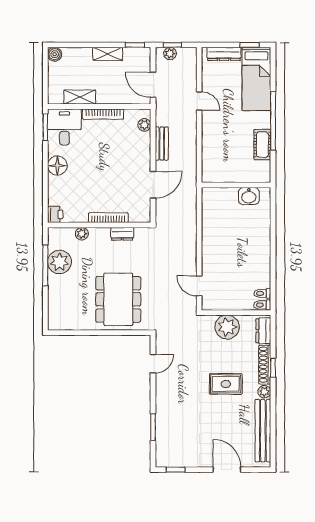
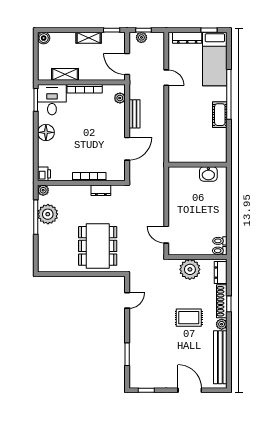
wall: (236, 185) -> (198, 165), moved
washbasin: (249, 196) -> (208, 174), moved
plant: (82, 234) -> (43, 190), moved

